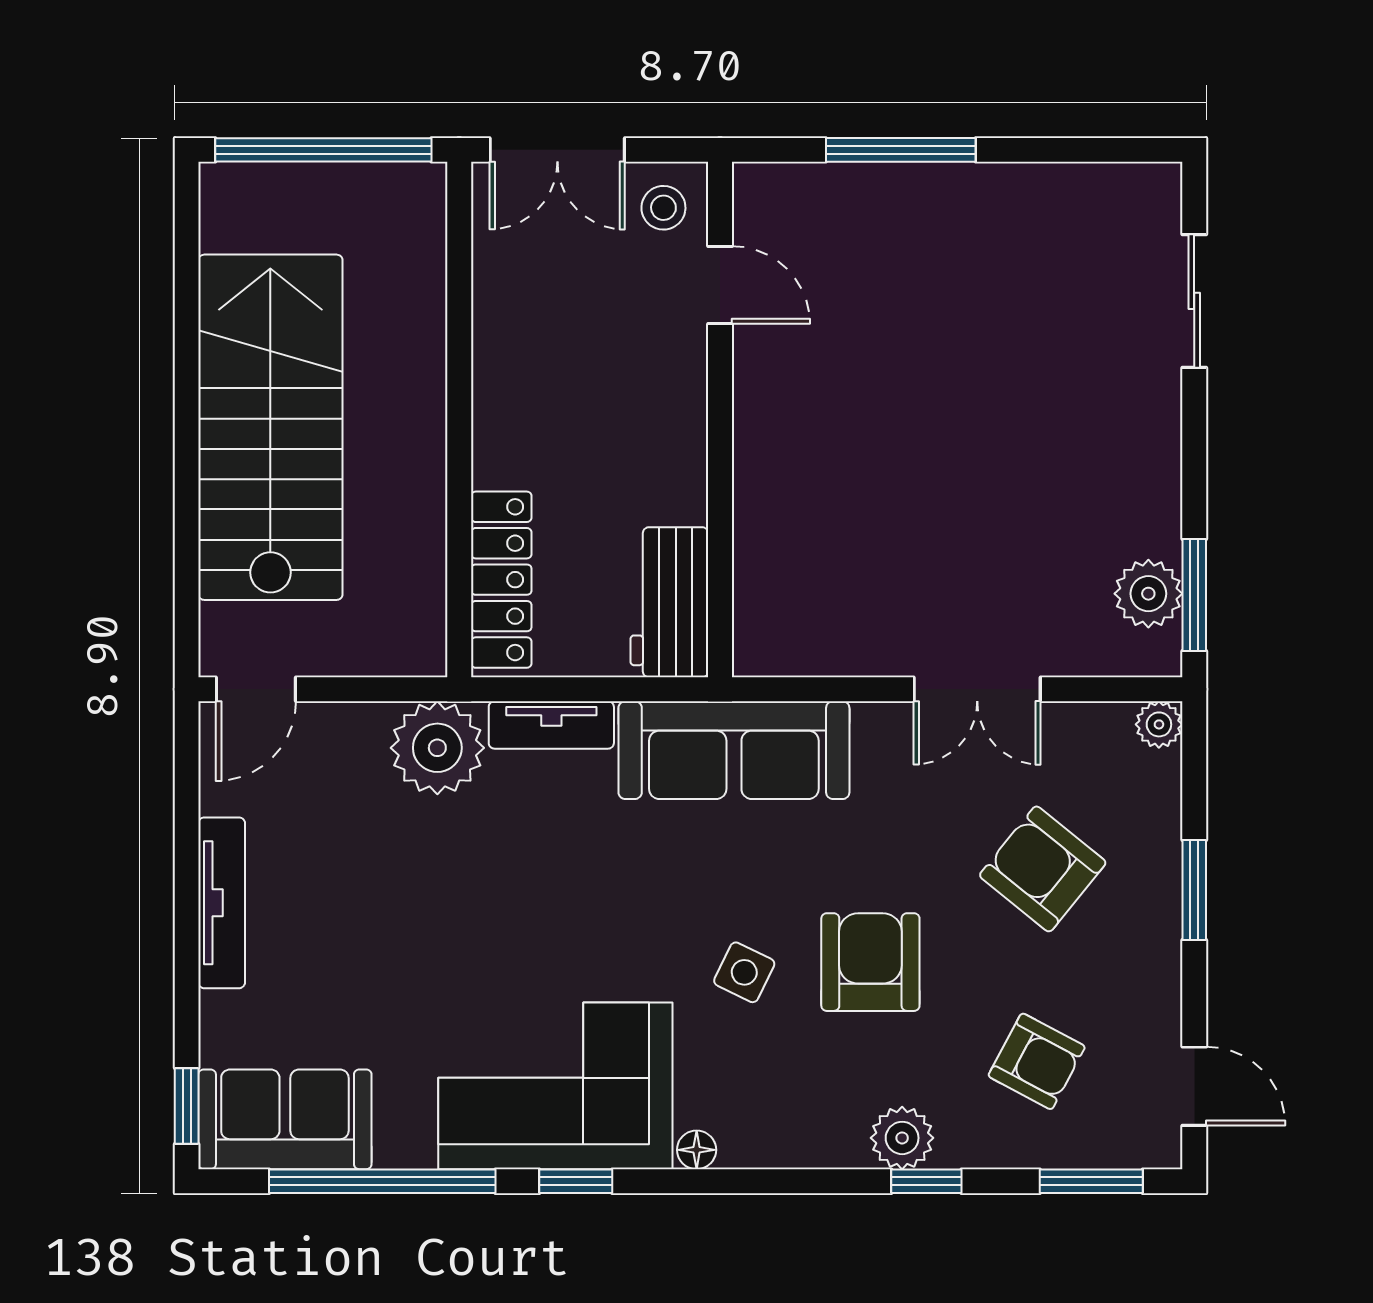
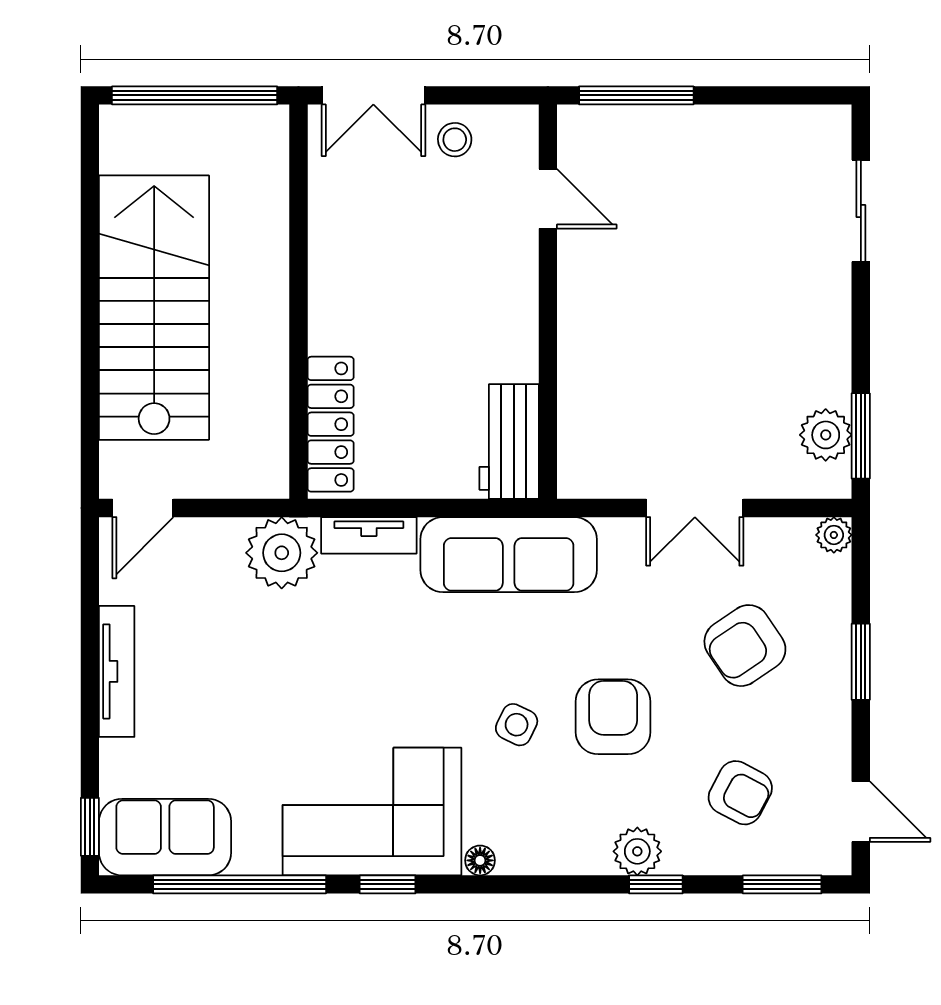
door: (720, 285) -> (548, 199), moved
wall: (720, 420) -> (548, 302), moved
workbench: (669, 602) -> (509, 441), moved
armchair: (1043, 869) -> (745, 646), turned -73

